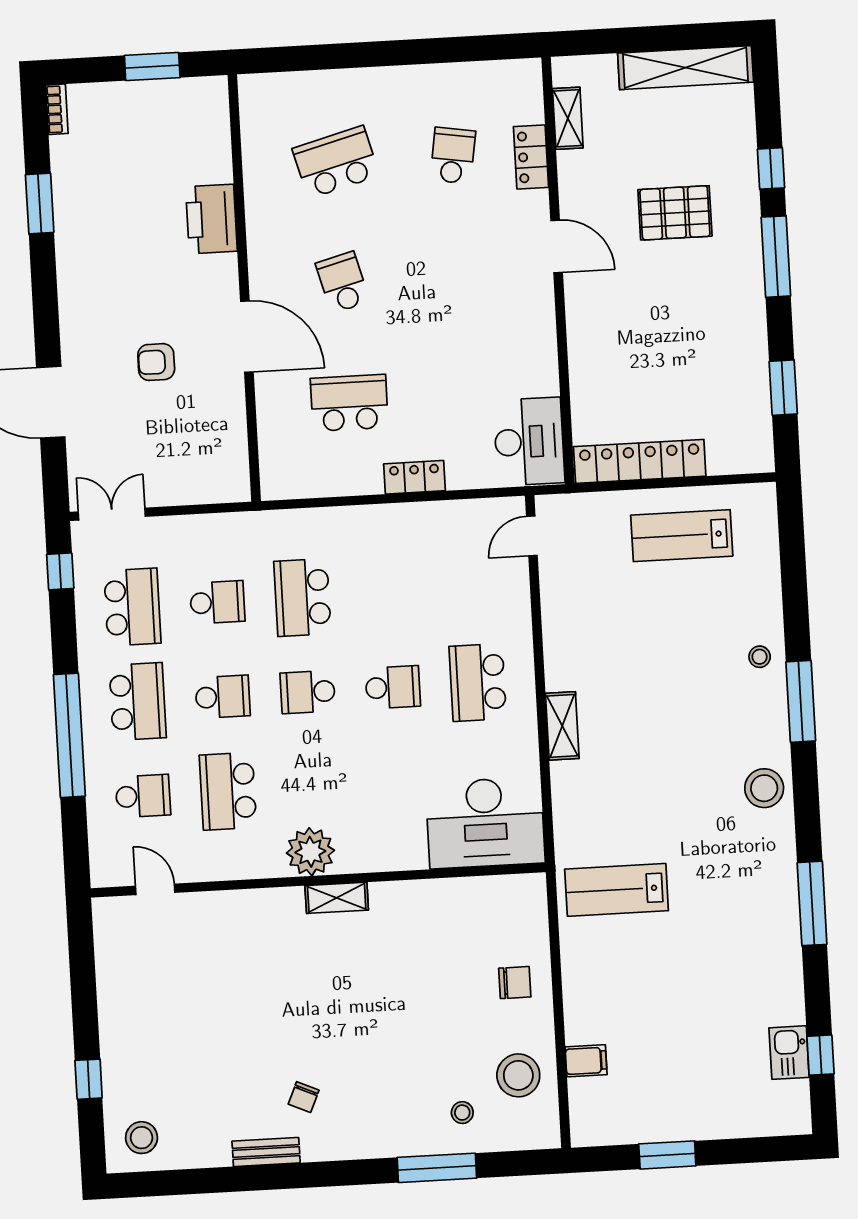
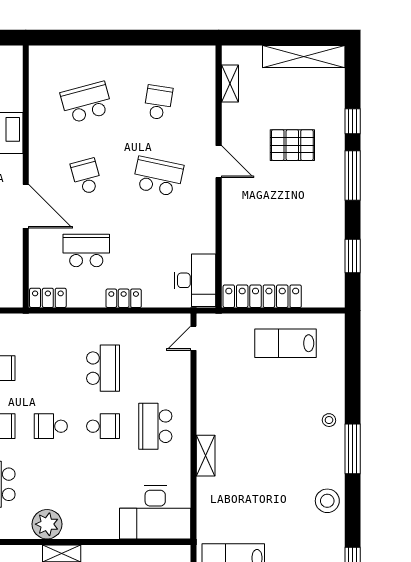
locker: (531, 157) -> (48, 298), moved, turned 90
school desk: (460, 276) -> (158, 176), added
school desk: (302, 597) -> (103, 368), moved, turned 180

